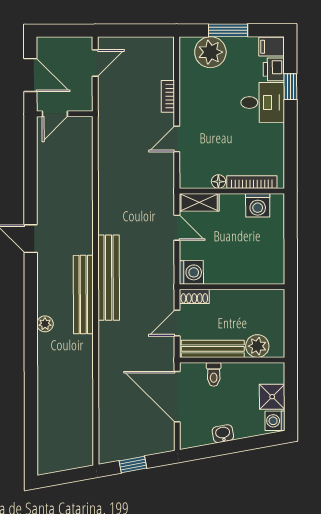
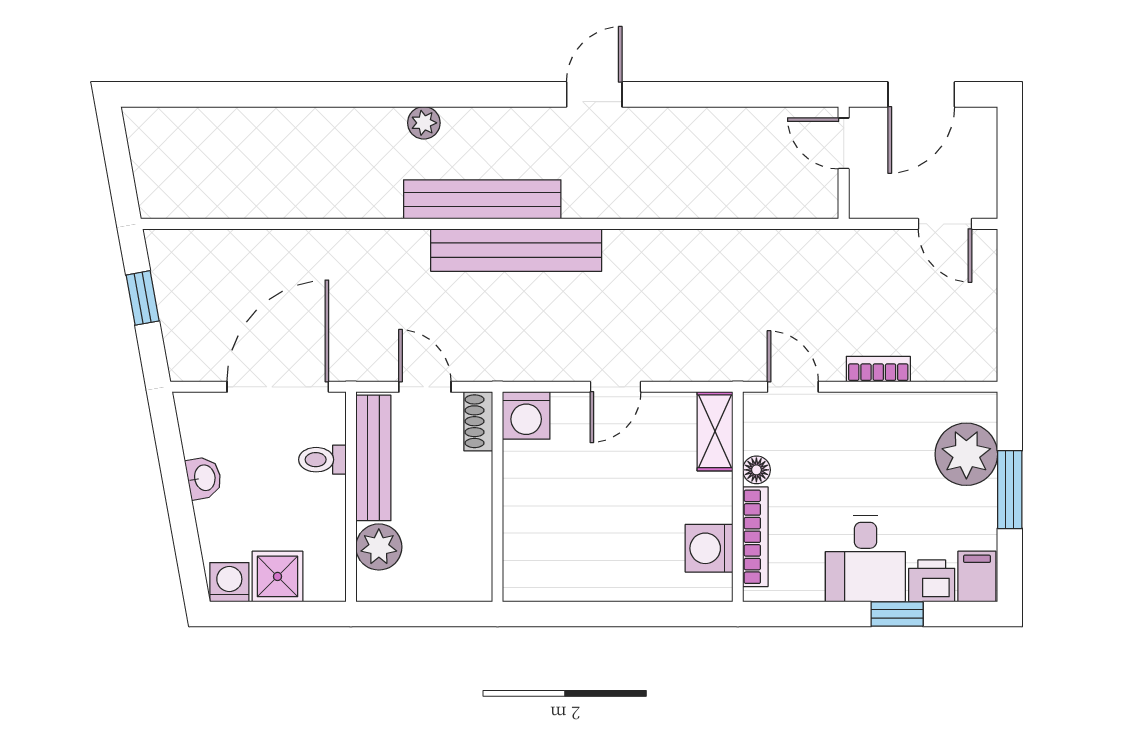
floor lamp: (218, 182) -> (756, 470), moved
bookcase: (252, 182) -> (755, 537), moved
wall: (232, 191) -> (738, 497), moved
shelving: (199, 202) -> (715, 431), moved
washing machine: (258, 205) -> (709, 548), moved

